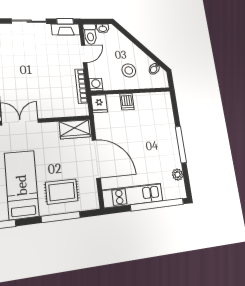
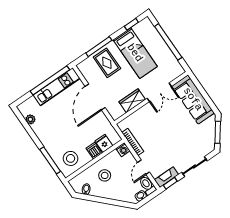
fridge: (99, 104) -> (104, 143), moved
stool: (155, 109) -> (71, 158), added
wardrobe: (75, 129) -> (132, 101), moved
window: (181, 145) -> (50, 160), moved
door: (96, 159) -> (95, 97), hinge flipped
rug: (62, 192) -> (107, 63), turned 90
window: (157, 205) -> (50, 80), moved

